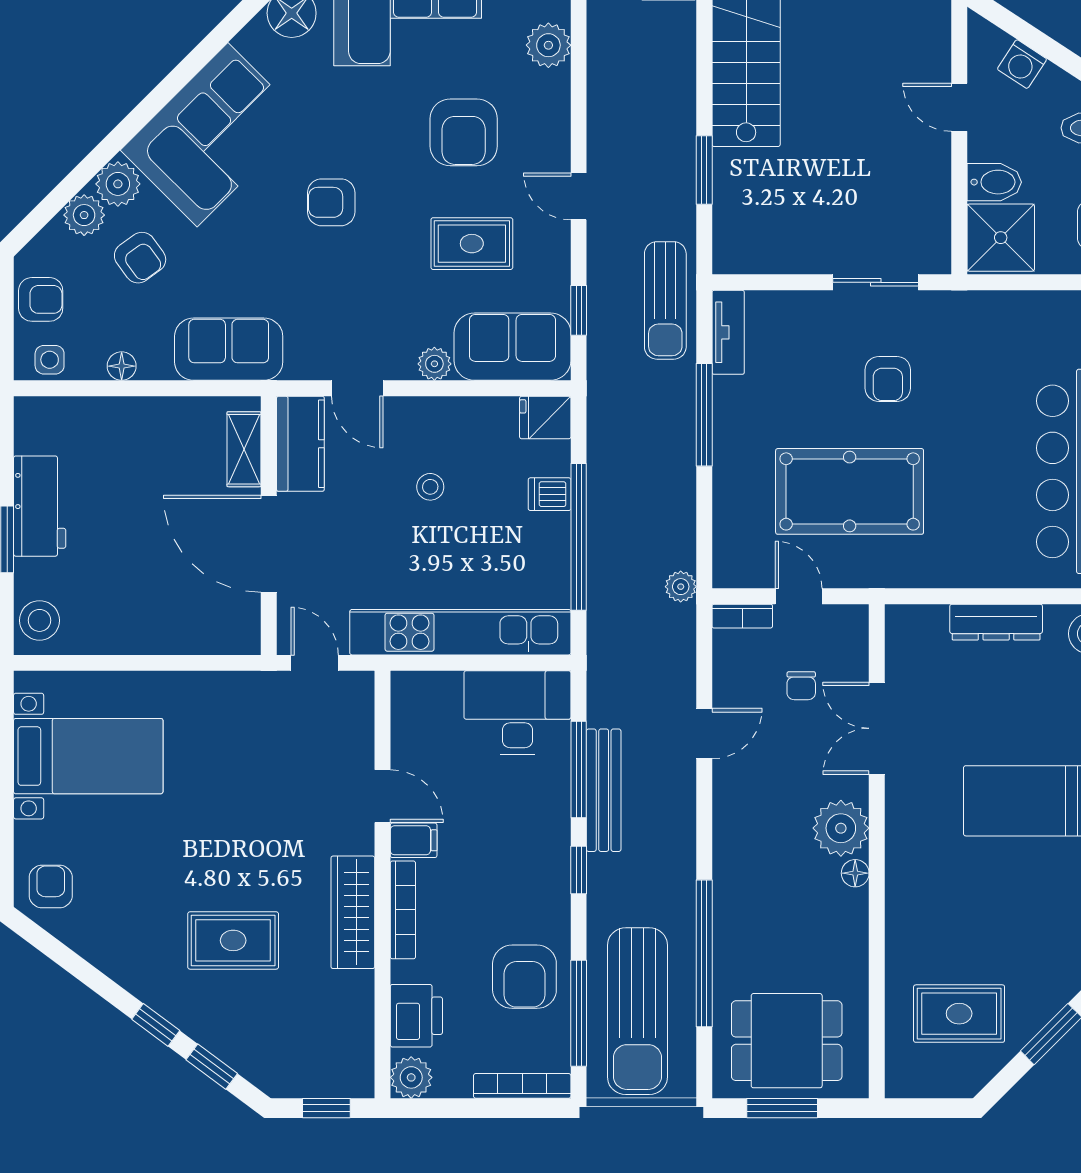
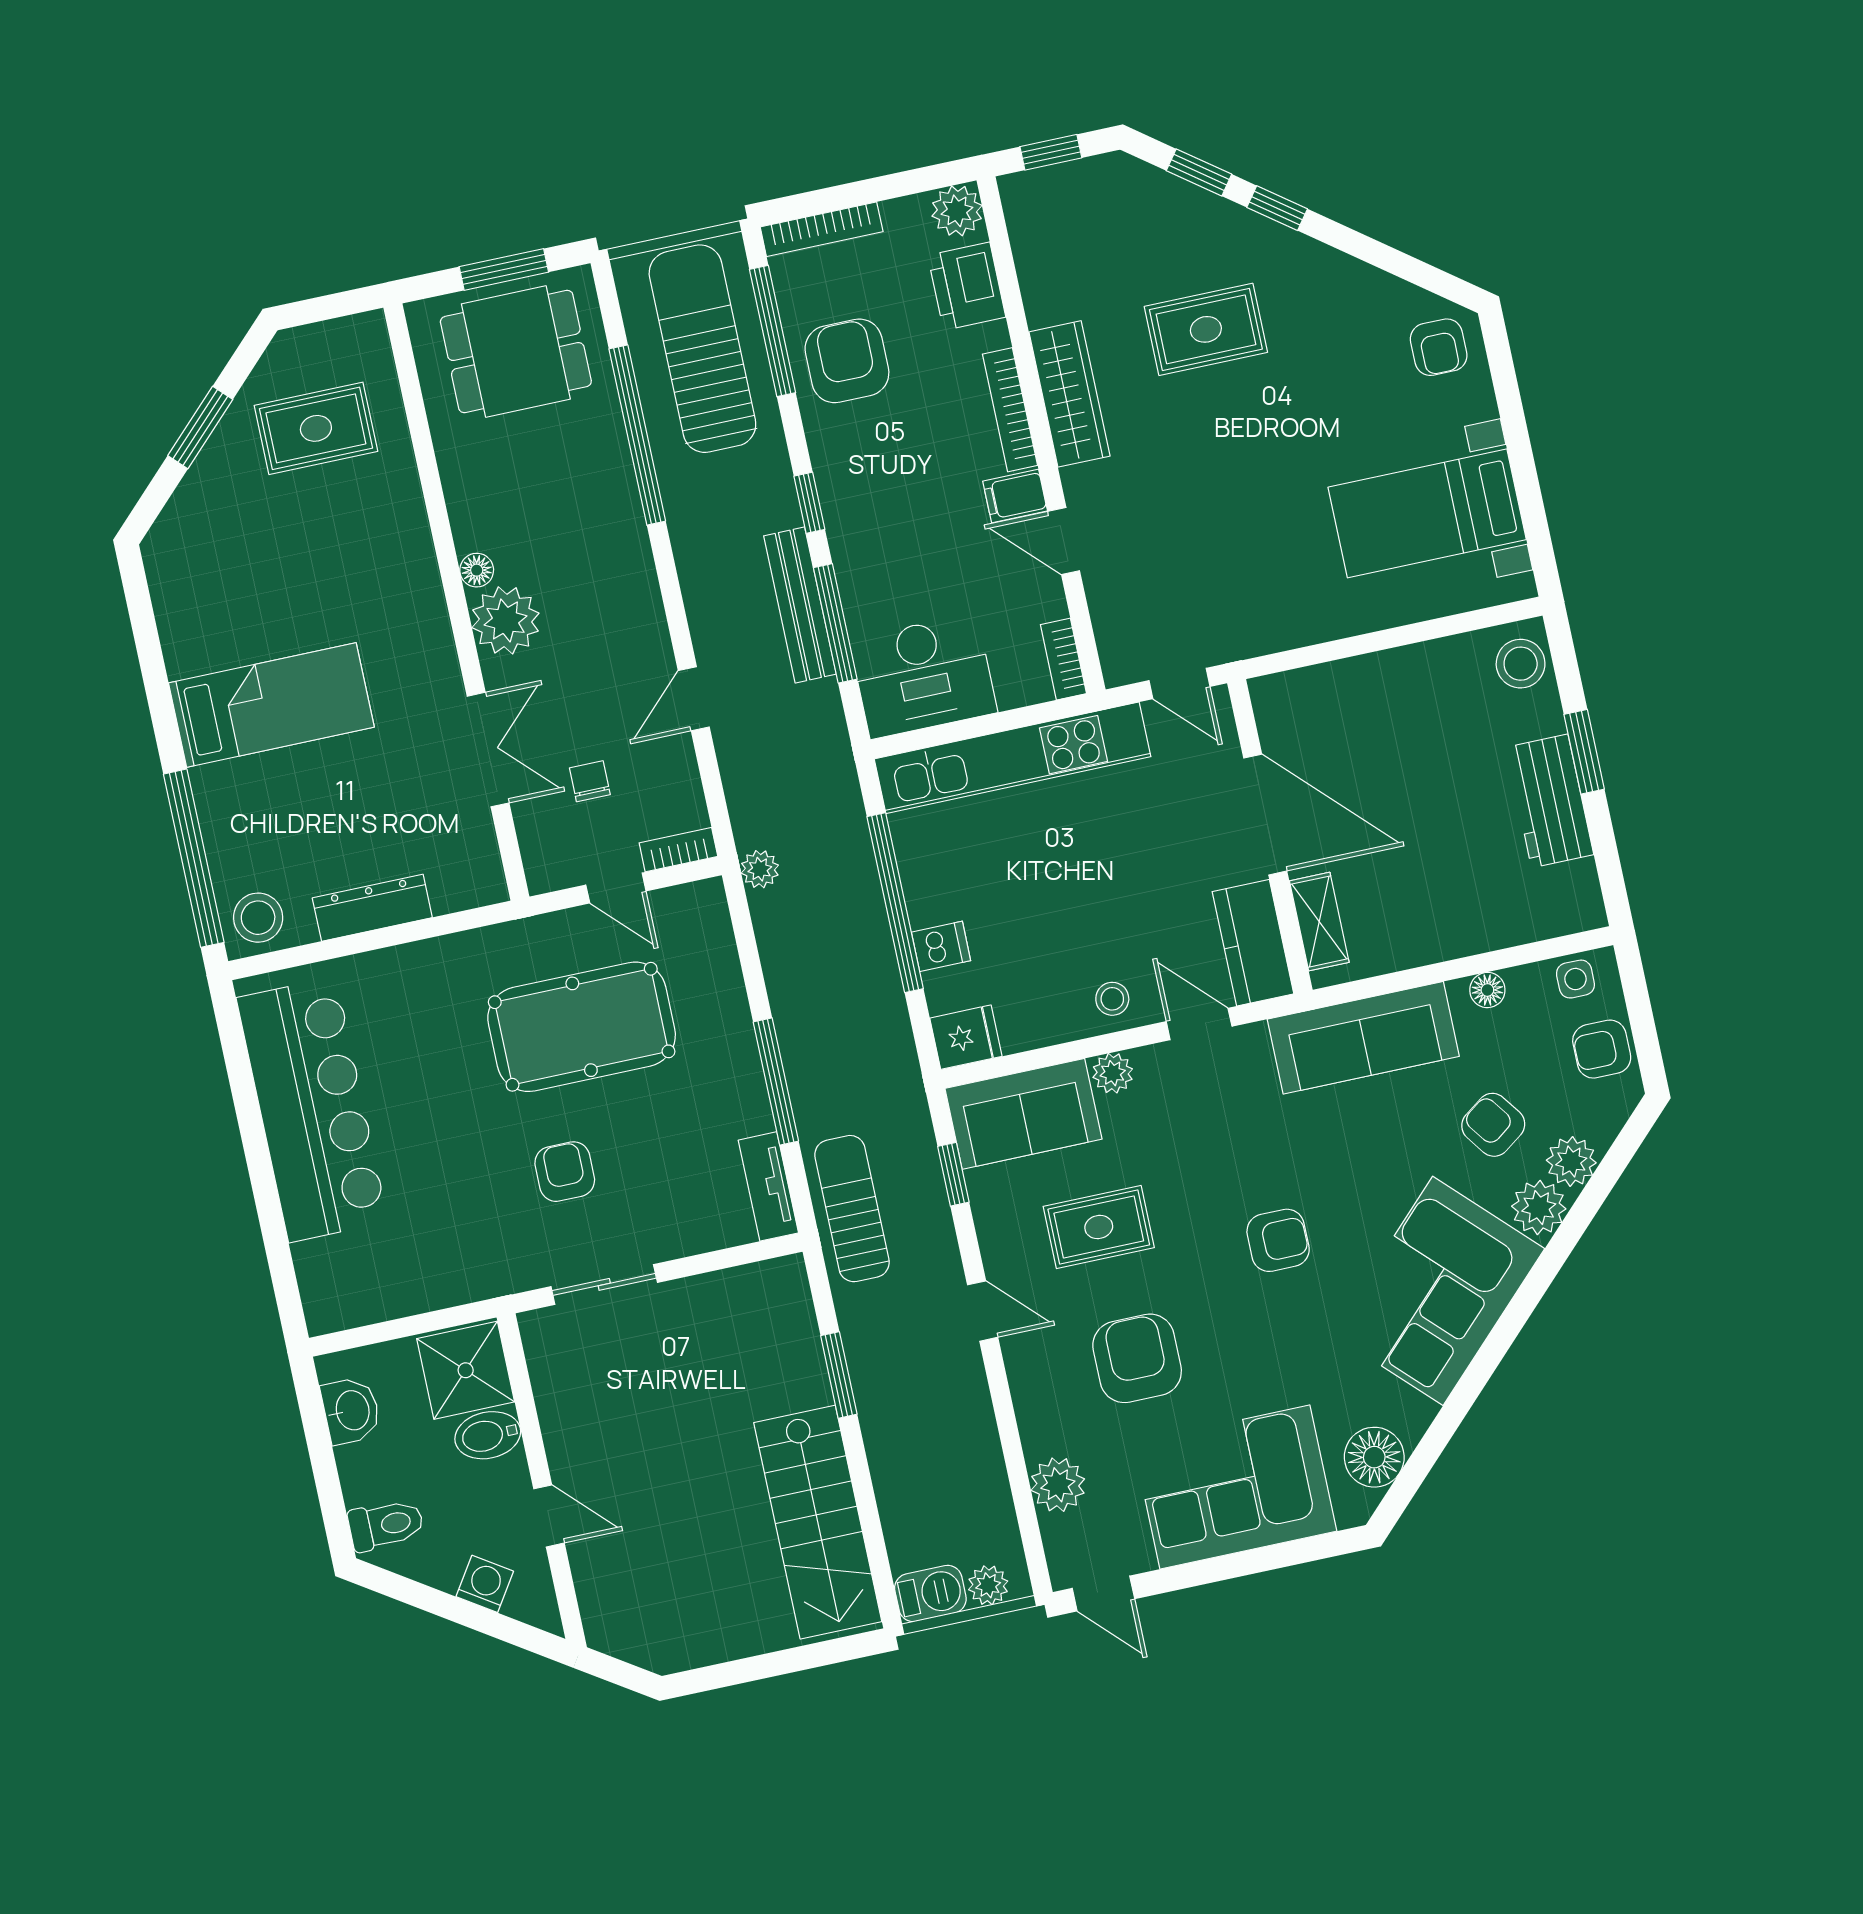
sofa: (229, 349) -> (1363, 1038), width x1.36
stool: (430, 487) -> (1112, 999), moved
bookcase: (403, 702) -> (1063, 659), added

